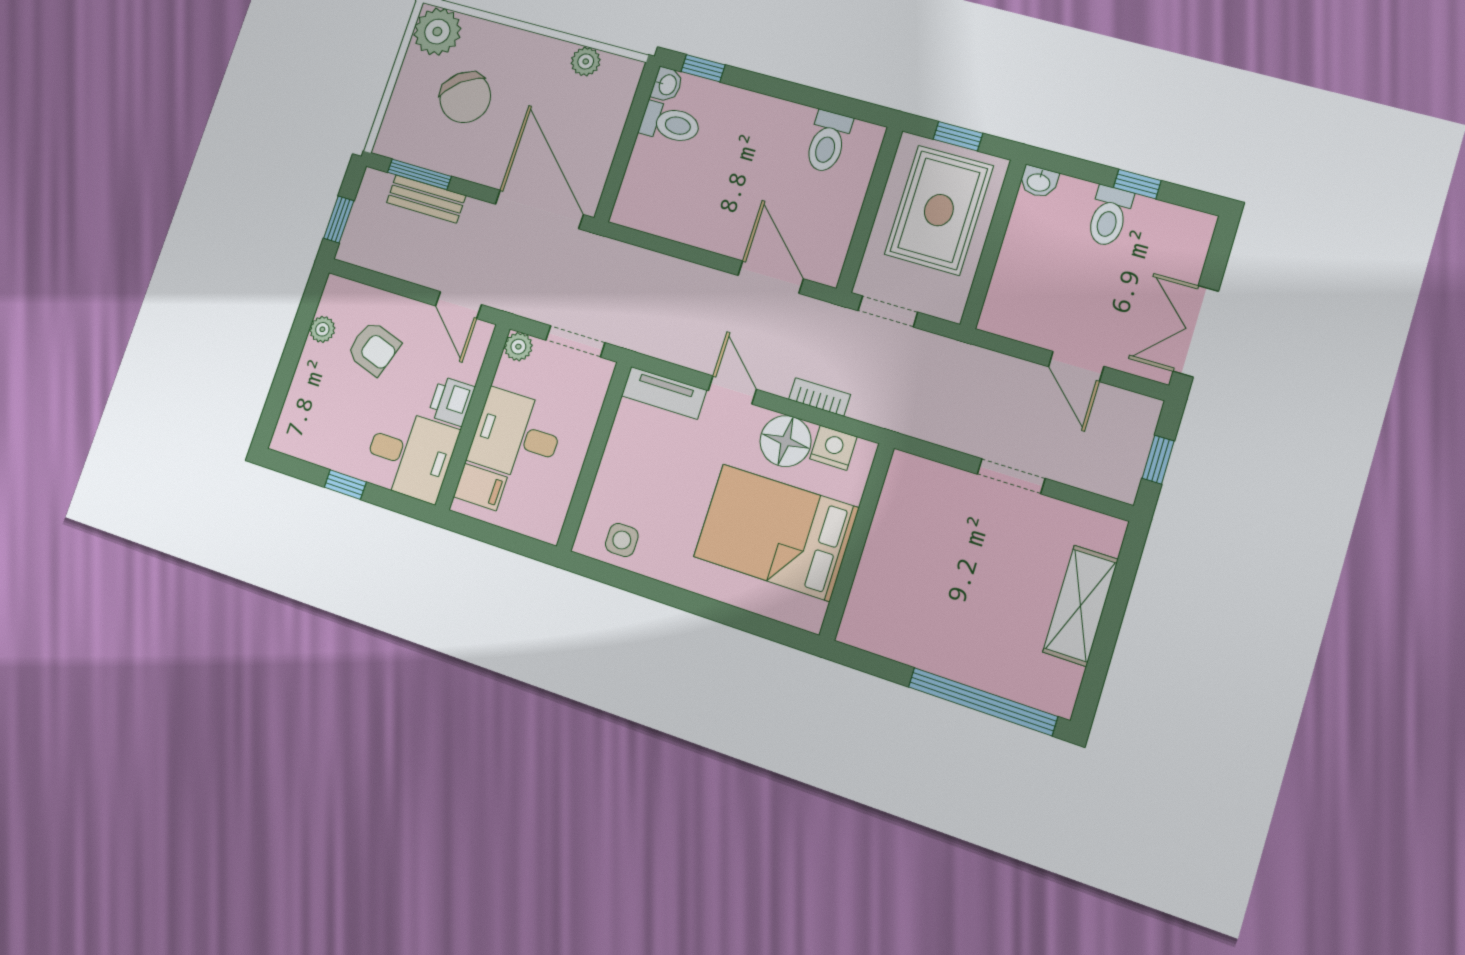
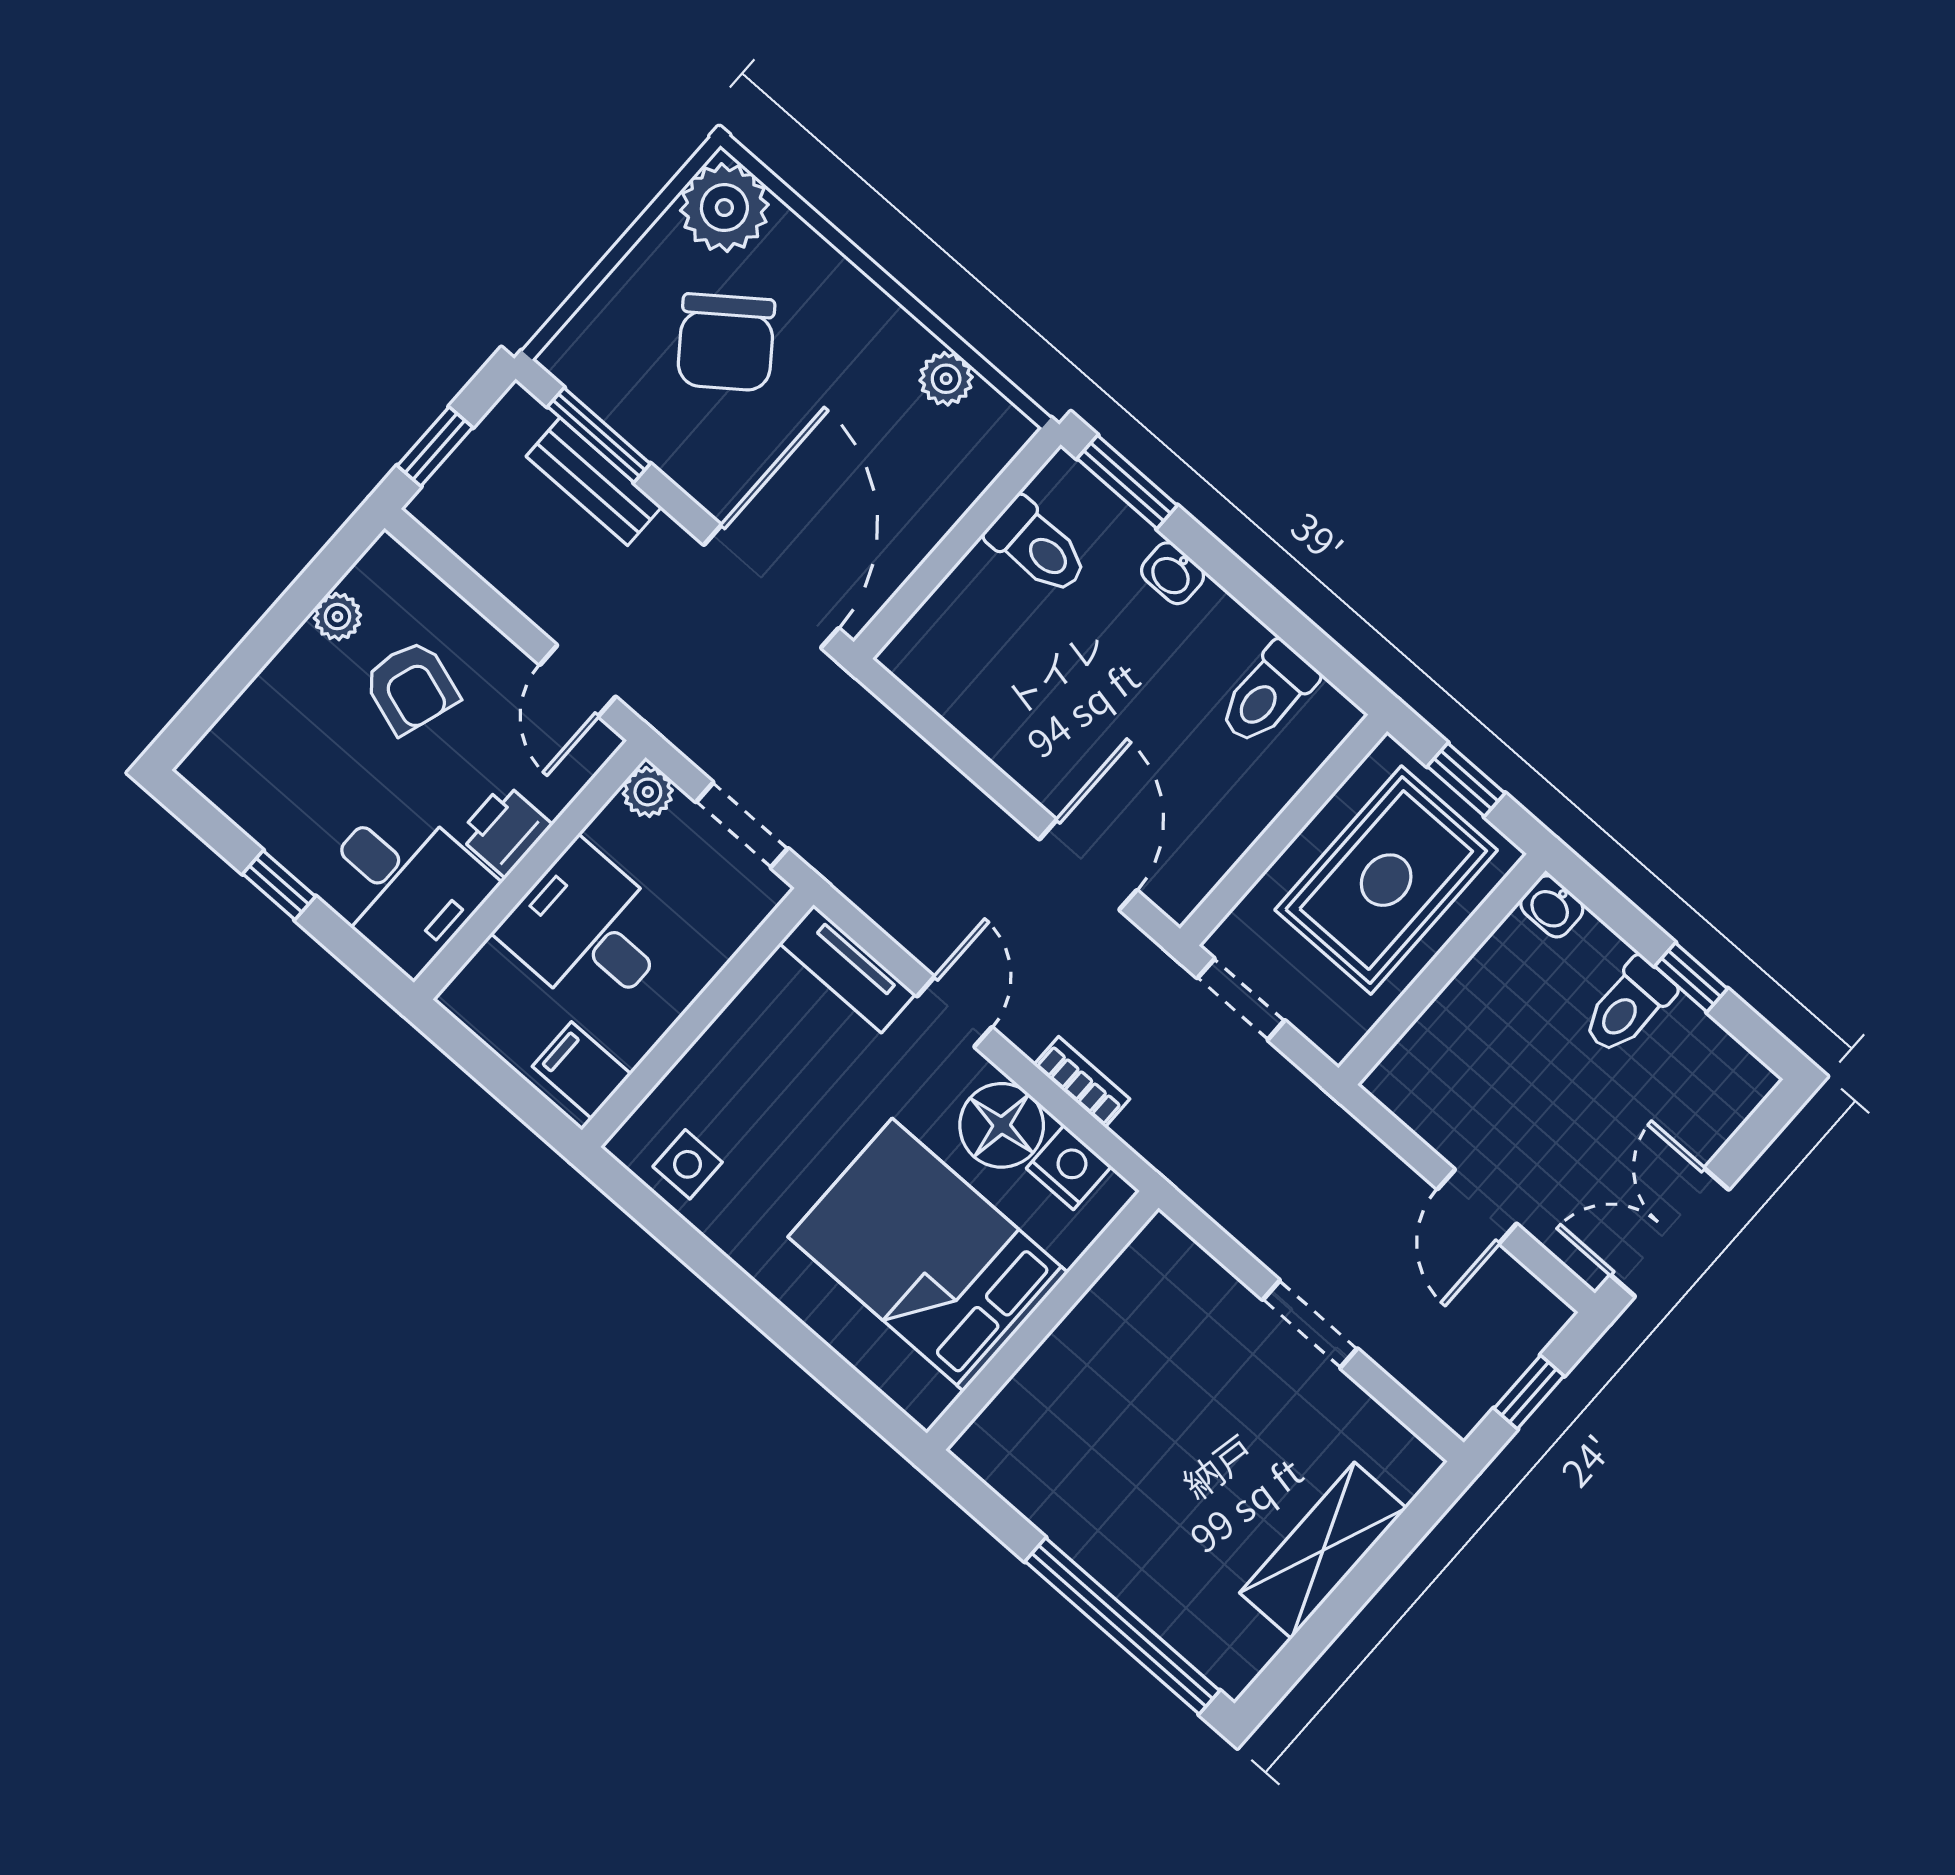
window: (703, 68) -> (1127, 482), width x1.50
washbasin: (667, 85) -> (1173, 573), moved, turned 90
filing cabinet: (480, 487) -> (582, 1070), moved, turned 180

